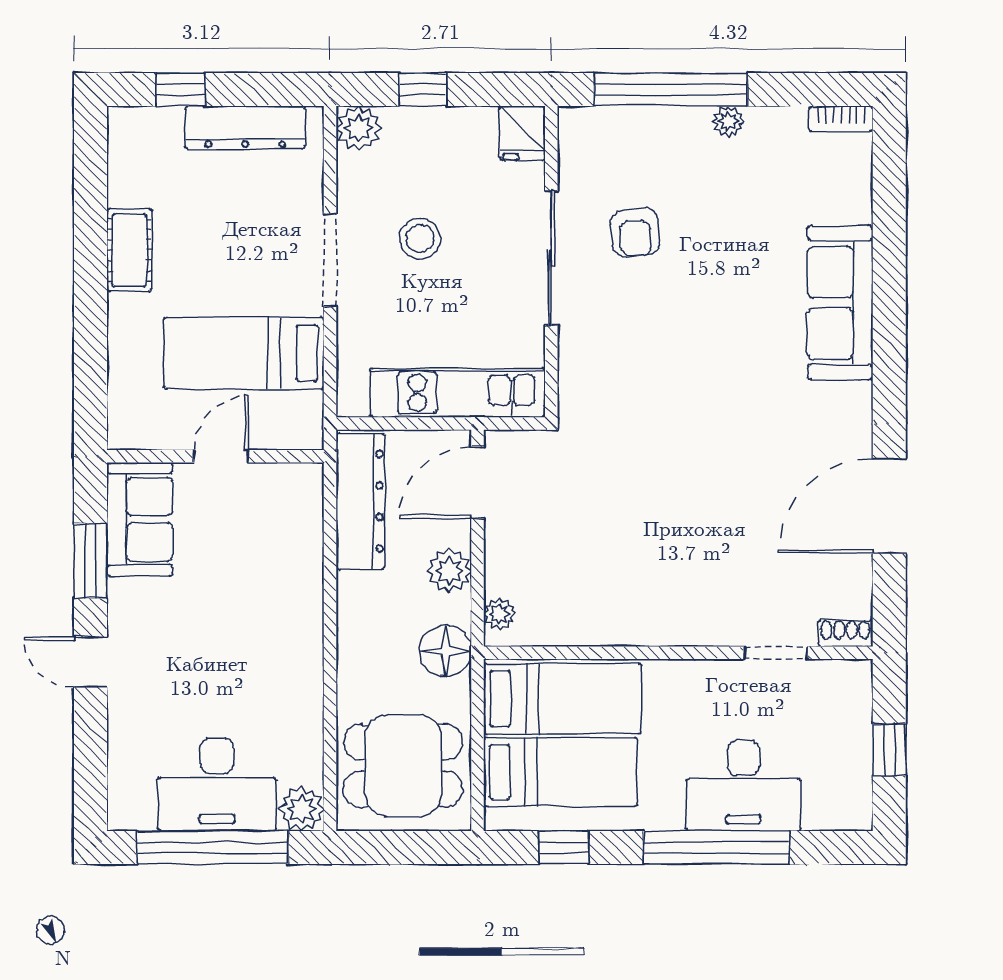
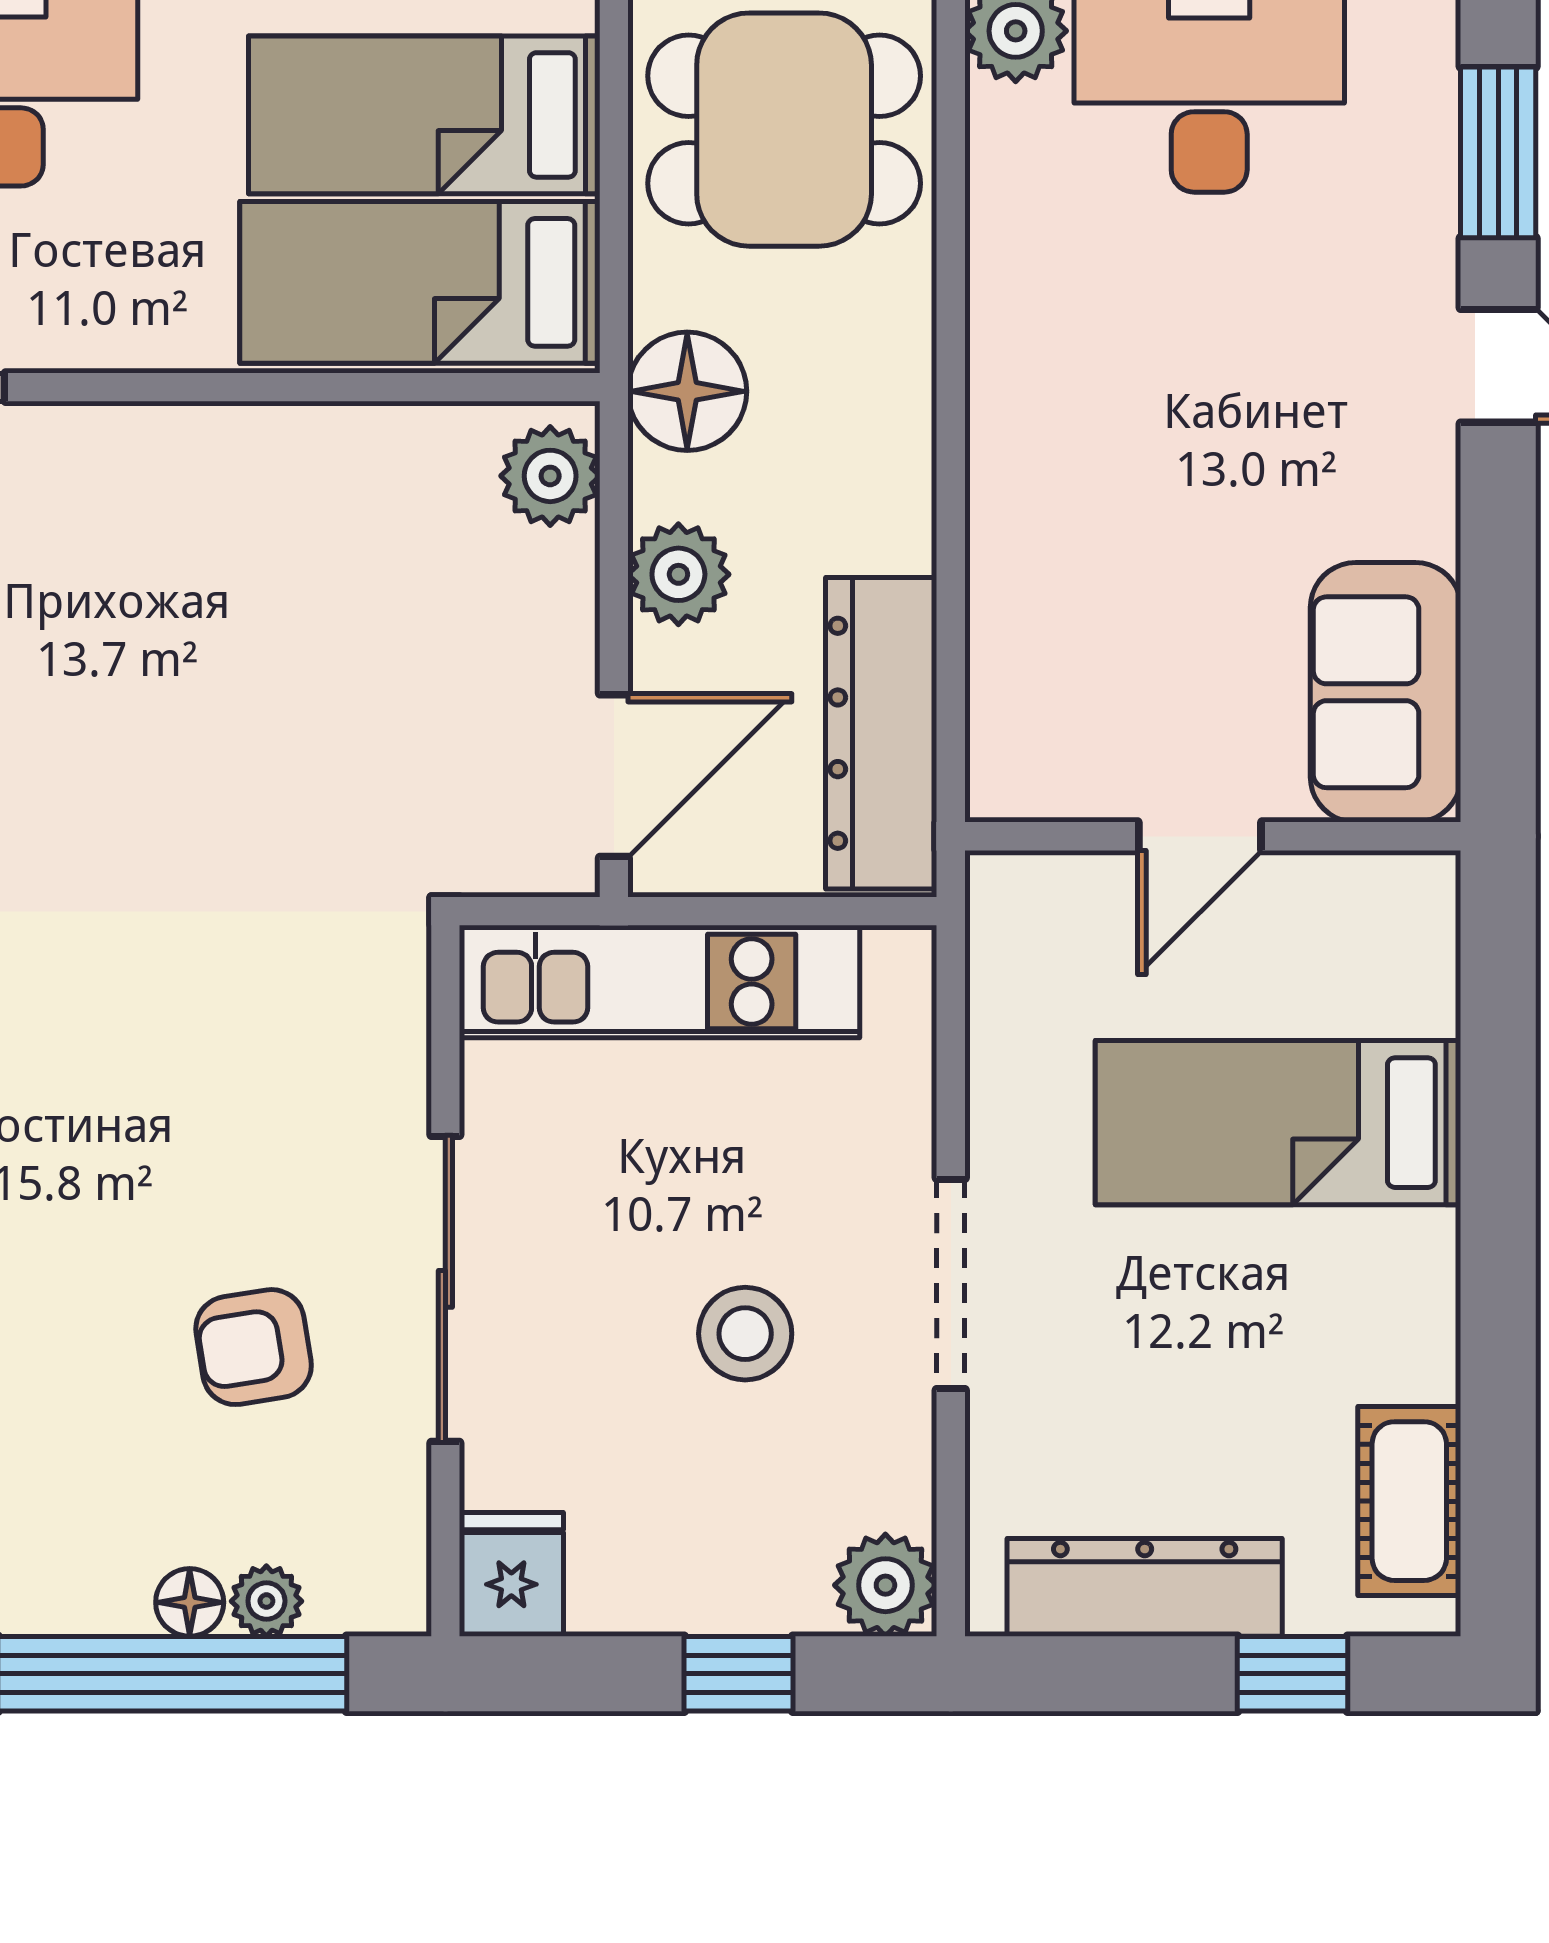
floor lamp: (663, 121) -> (190, 1602), added
plant: (728, 121) -> (266, 1601), moved
armchair: (635, 233) -> (254, 1347), turned -95
cot: (129, 250) -> (1409, 1501), moved
bed: (244, 353) -> (1278, 1123), moved, turned 180
window: (90, 561) -> (1498, 152), moved
plant: (499, 614) -> (550, 476), width x1.38, depth x1.38

